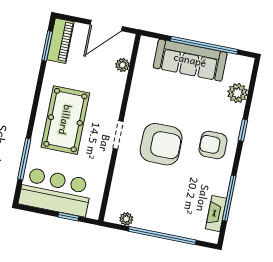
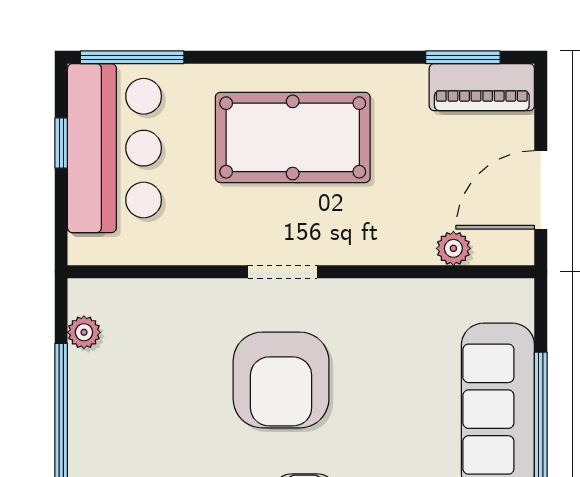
door: (106, 25) -> (541, 190), hinge flipped
window: (24, 159) -> (132, 57), moved
window: (68, 217) -> (61, 143), moved

